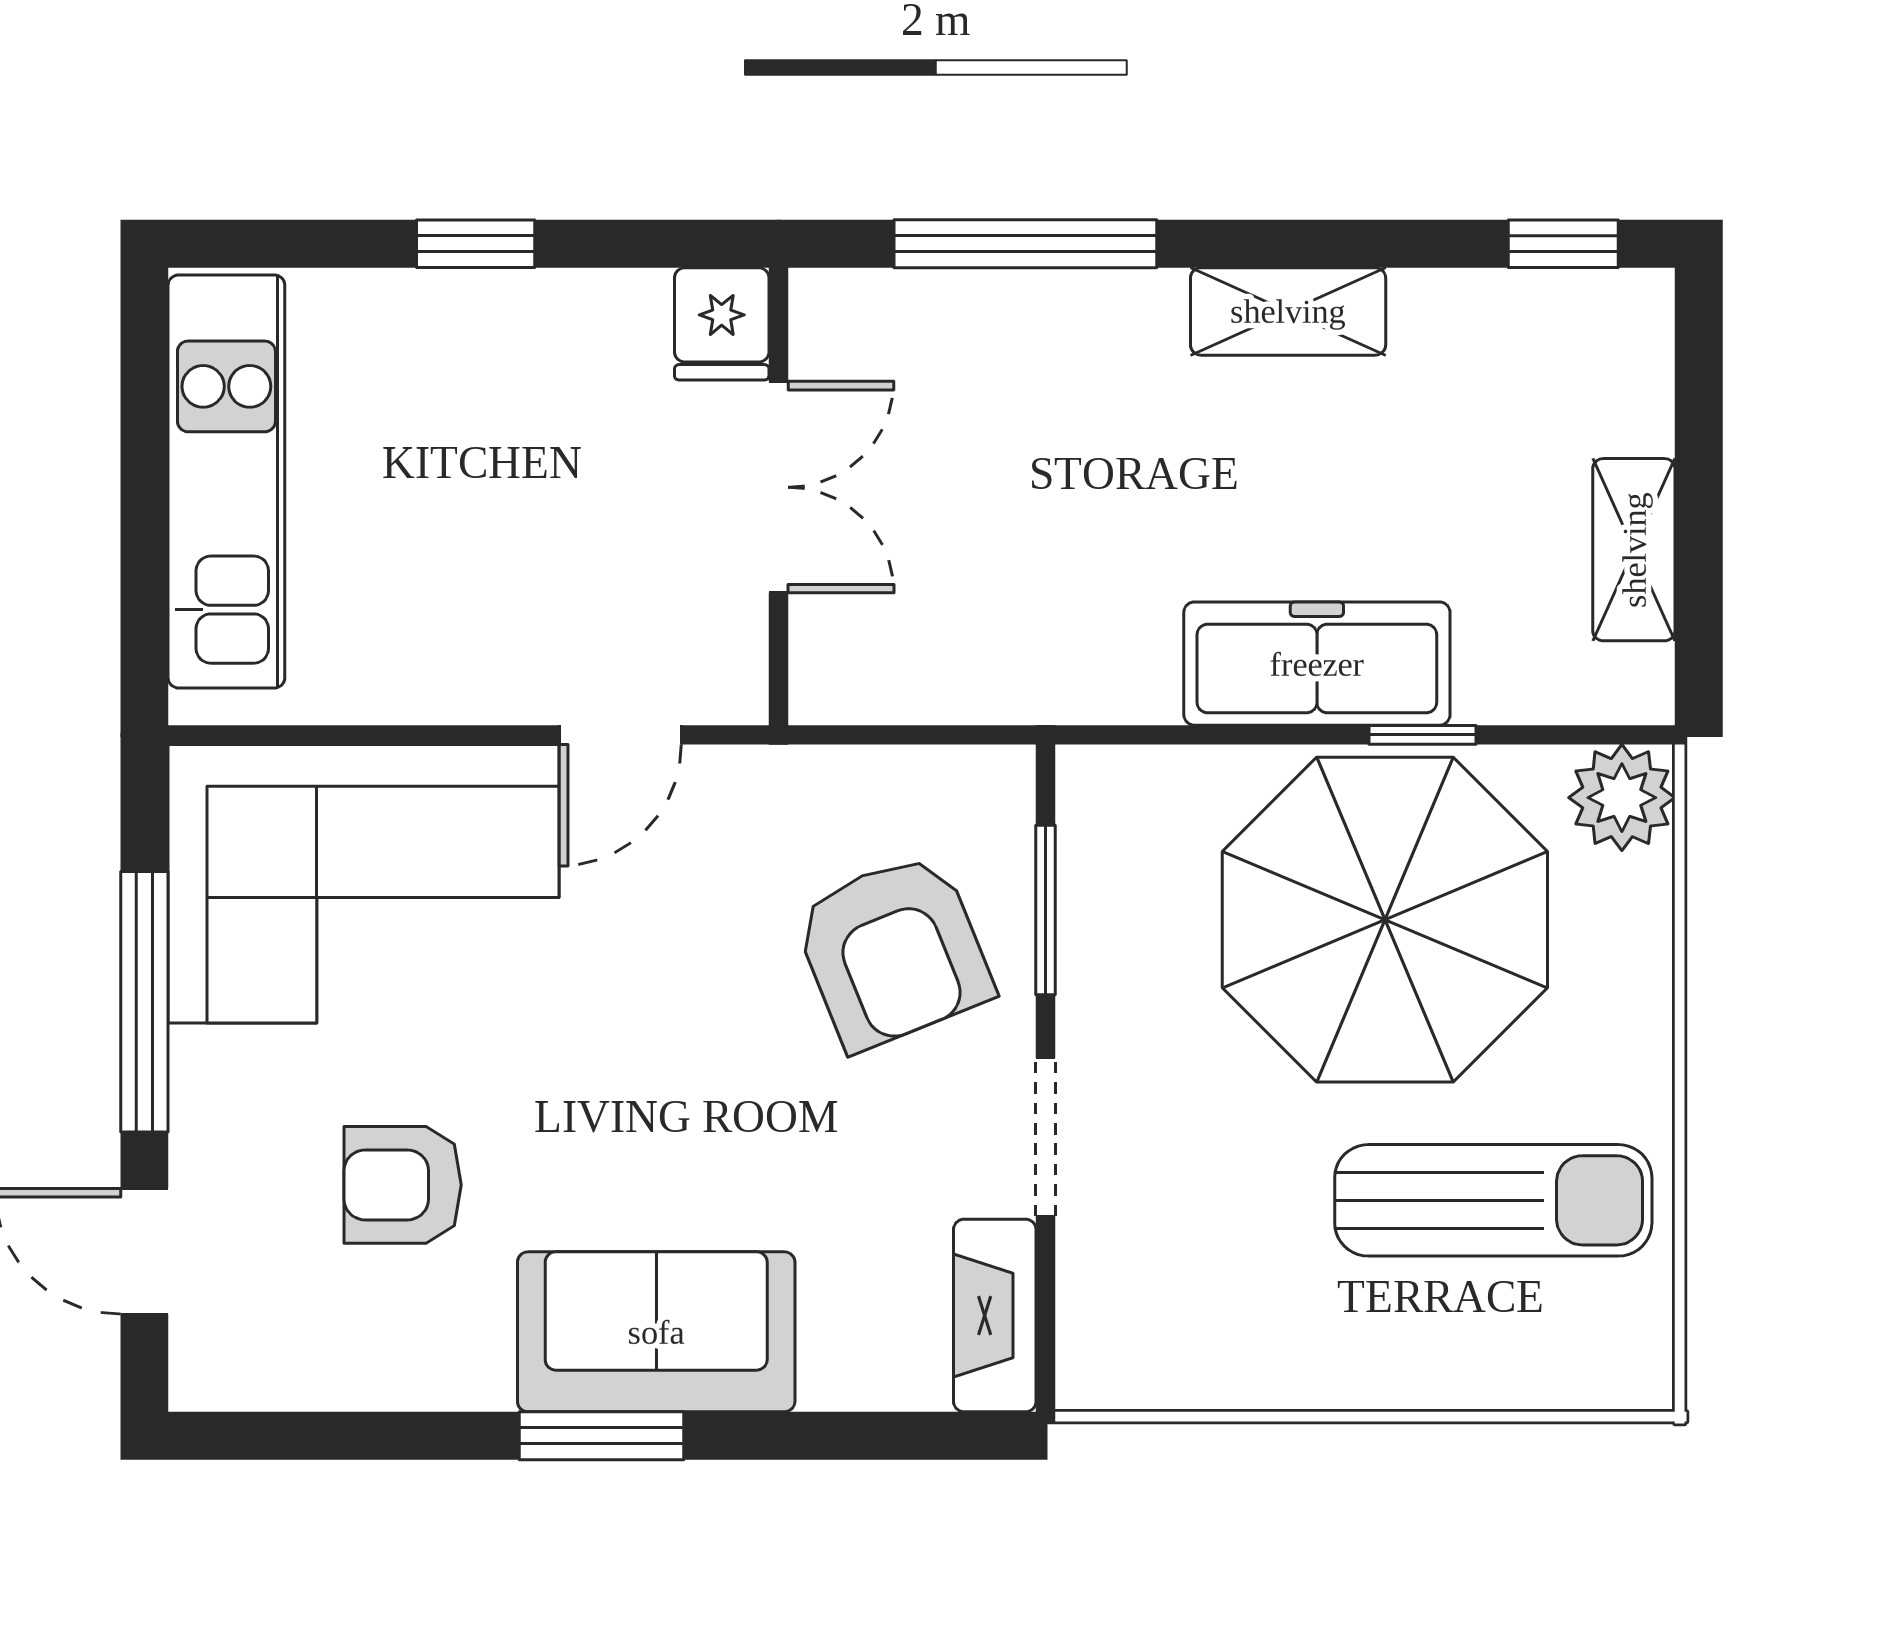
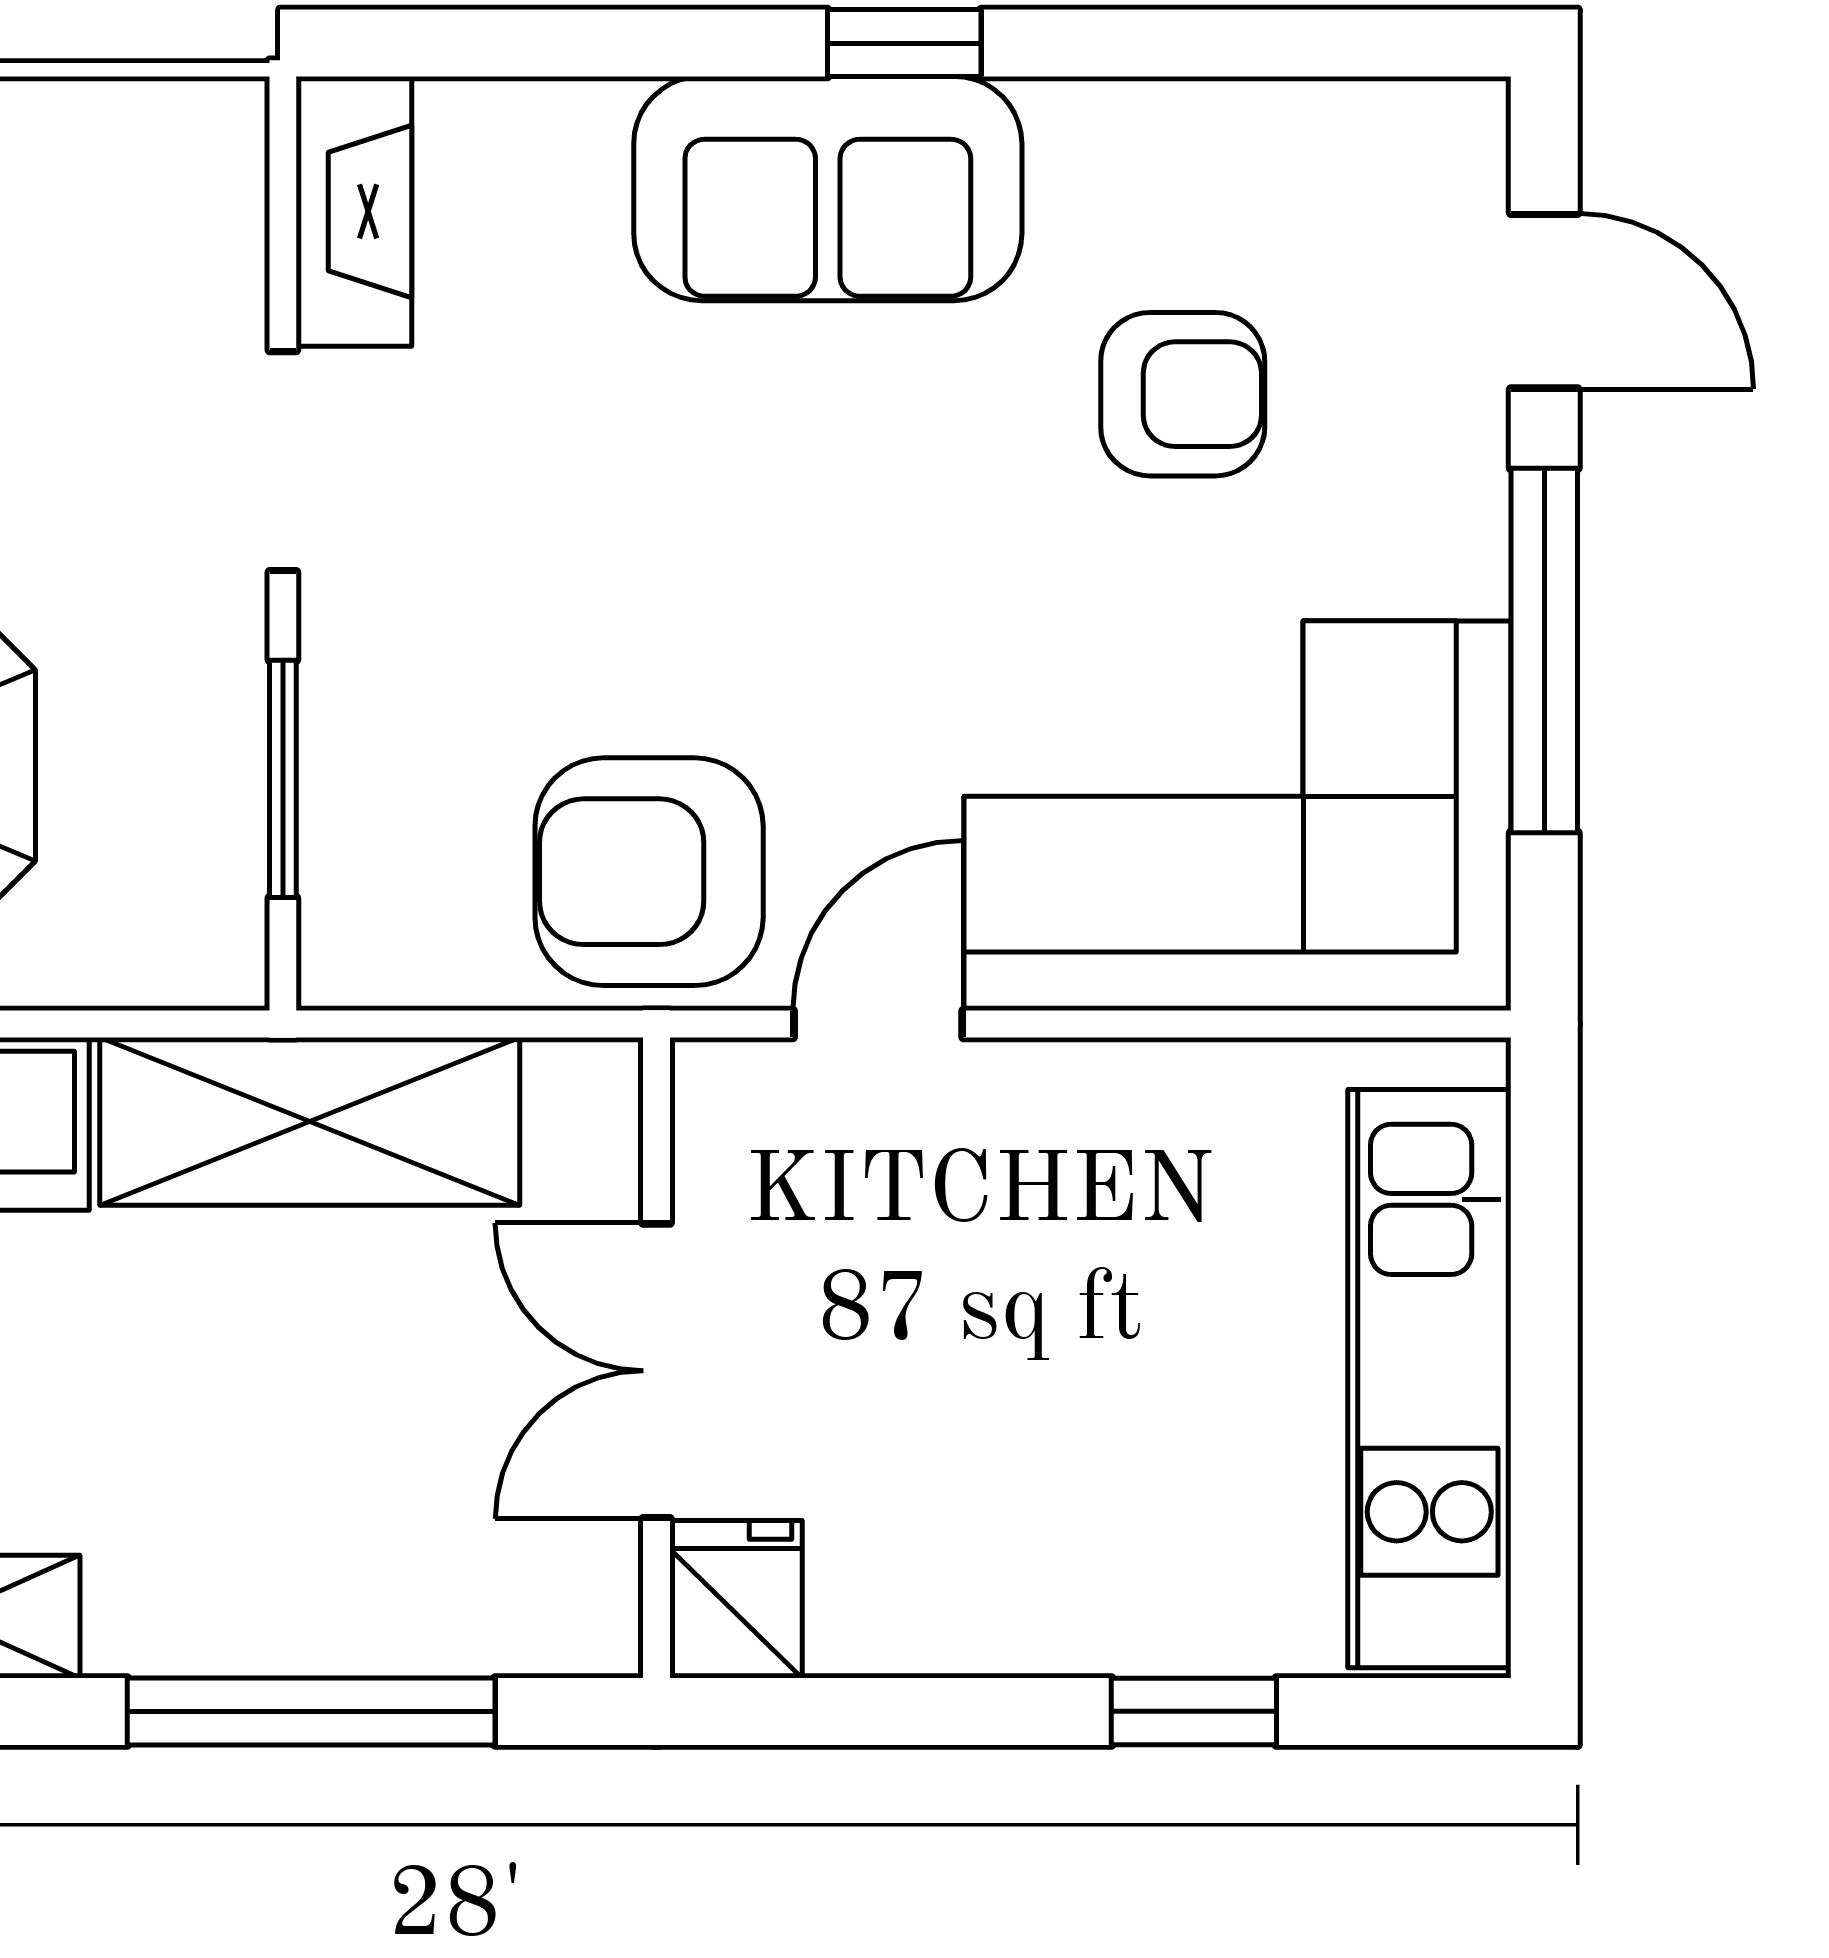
window: (476, 244) -> (1194, 1711), moved
shelving: (1026, 665) -> (310, 1121), added
armchair: (893, 951) -> (649, 872), moved, turned -68
window: (602, 1436) -> (904, 43), width x0.67

